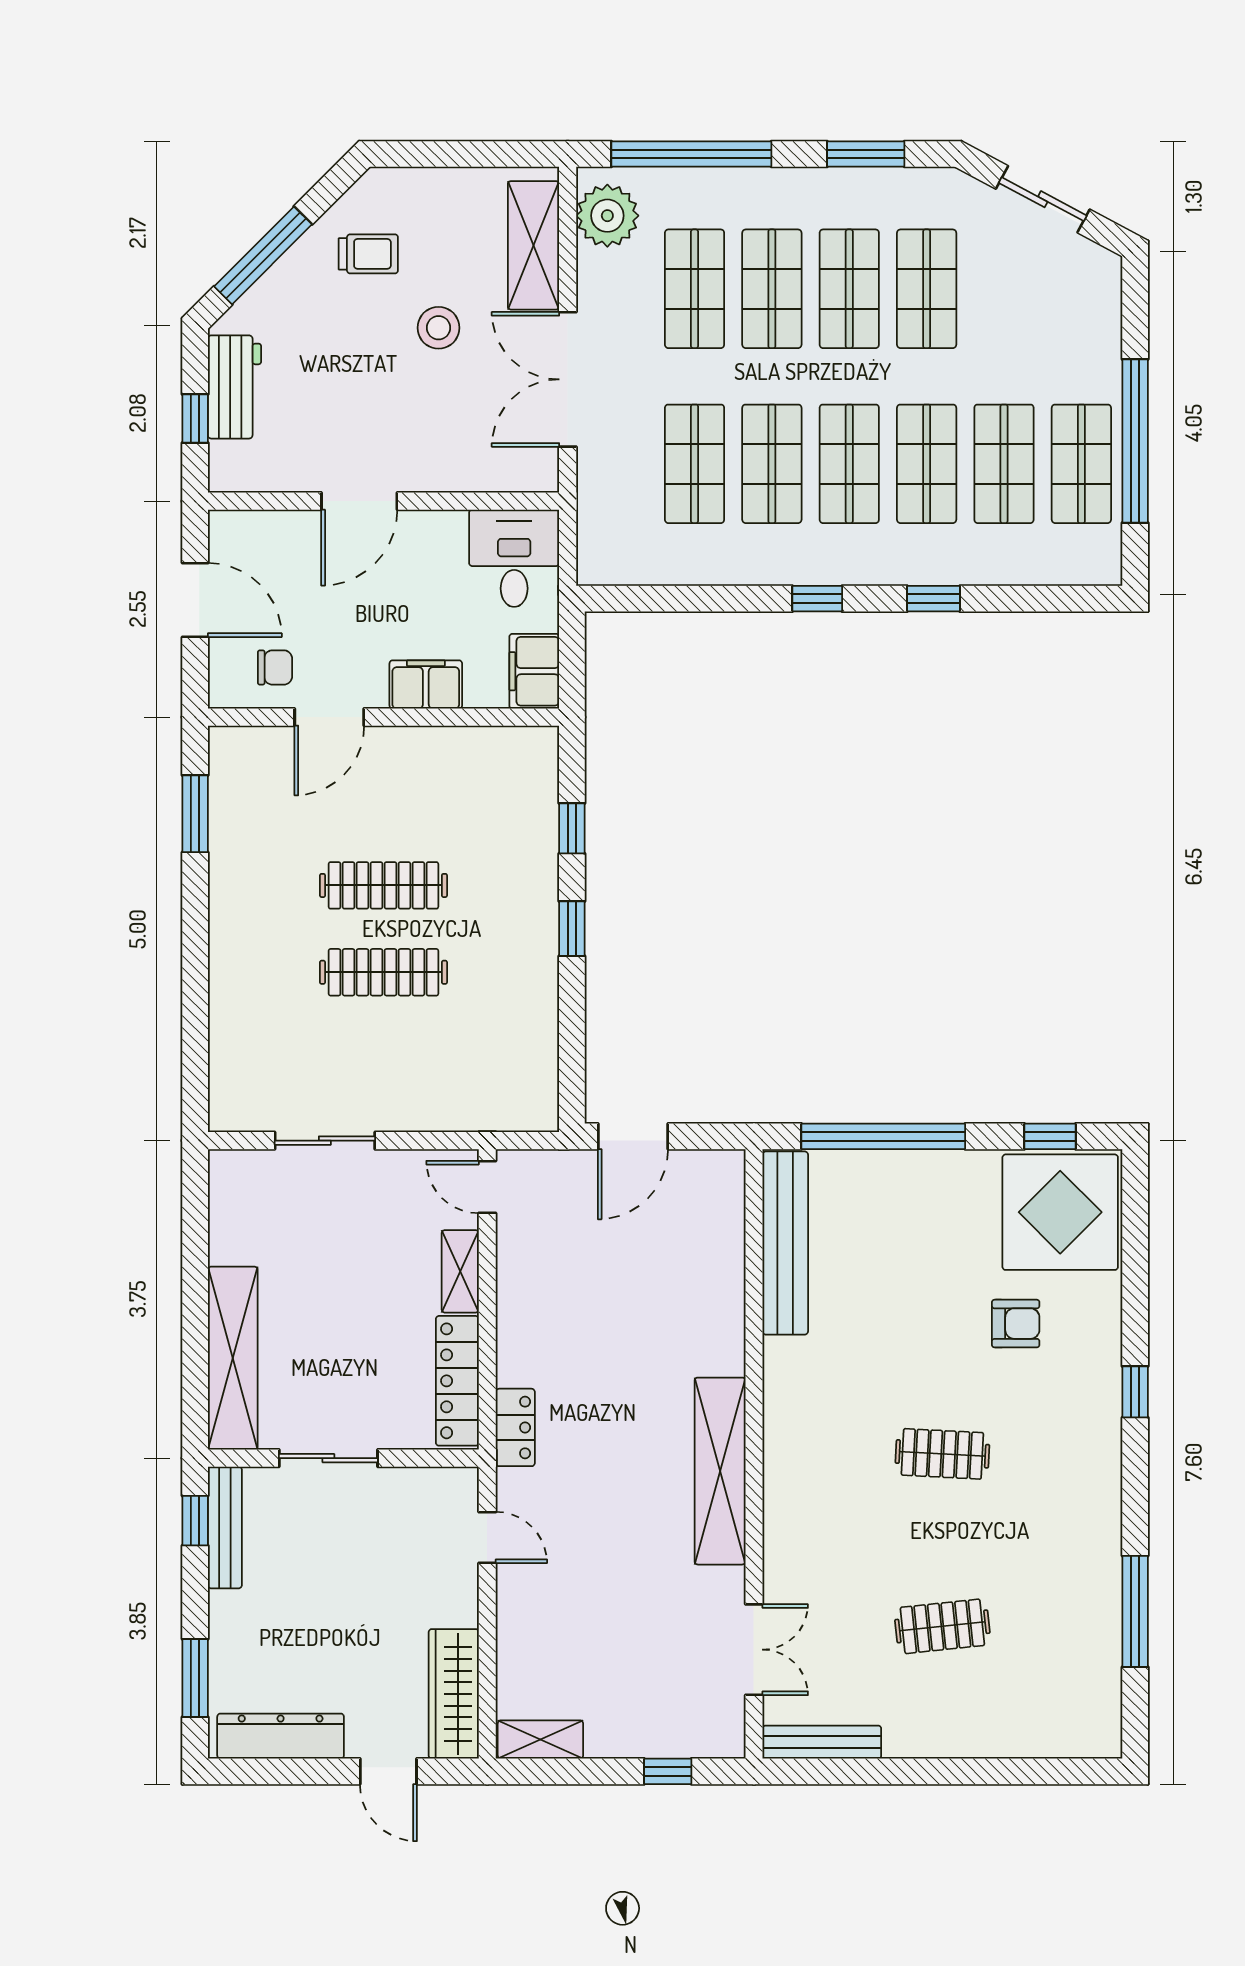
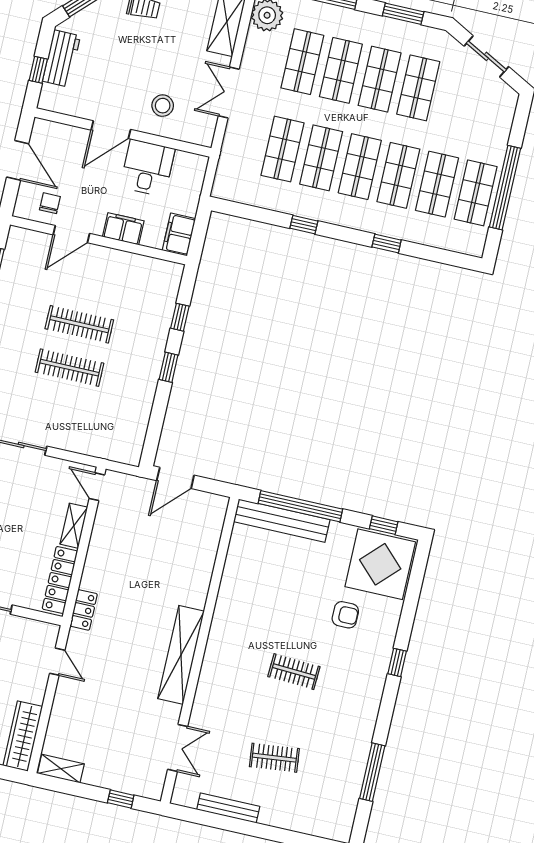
stool: (439, 328) -> (163, 106), moved
double door: (568, 379) -> (229, 92), width x0.73
desk: (514, 558) -> (147, 168), moved
window: (817, 599) -> (304, 225), moved
chair: (275, 667) -> (50, 203), turned -90
bench: (785, 1243) -> (282, 521), moved, turned 90
bench: (822, 1742) -> (228, 808), moved

